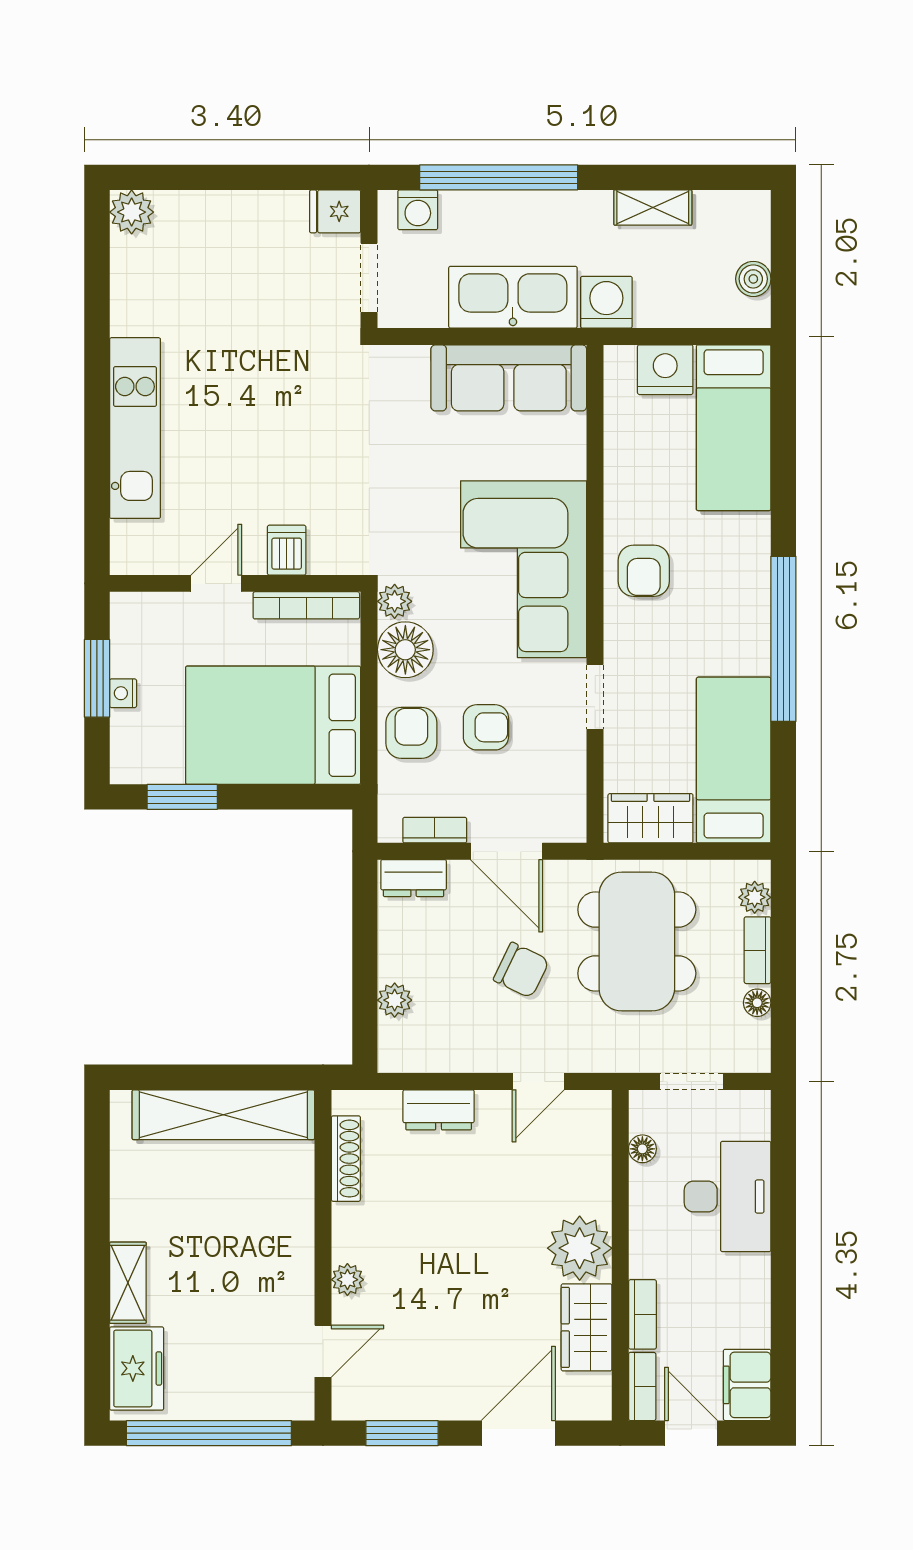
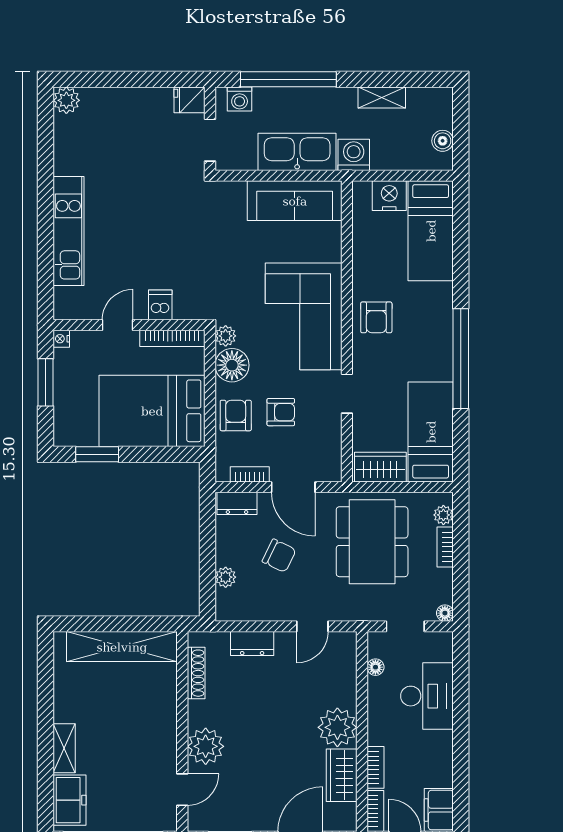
nightstand: (123, 693) -> (61, 339), moved
chair: (521, 970) -> (279, 556), moved
floor lamp: (757, 1003) -> (445, 613), moved
plant: (347, 1280) -> (206, 746), width x1.88, depth x1.88

